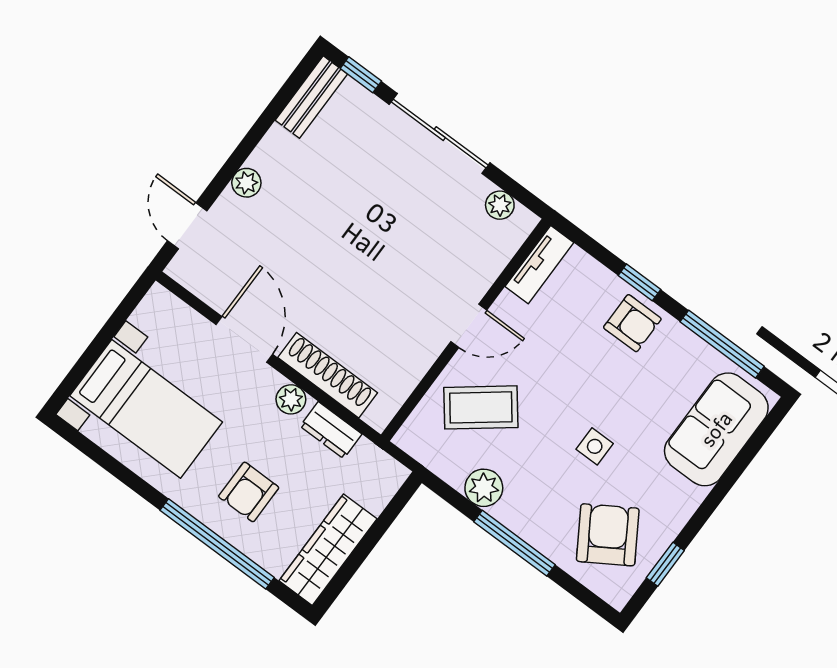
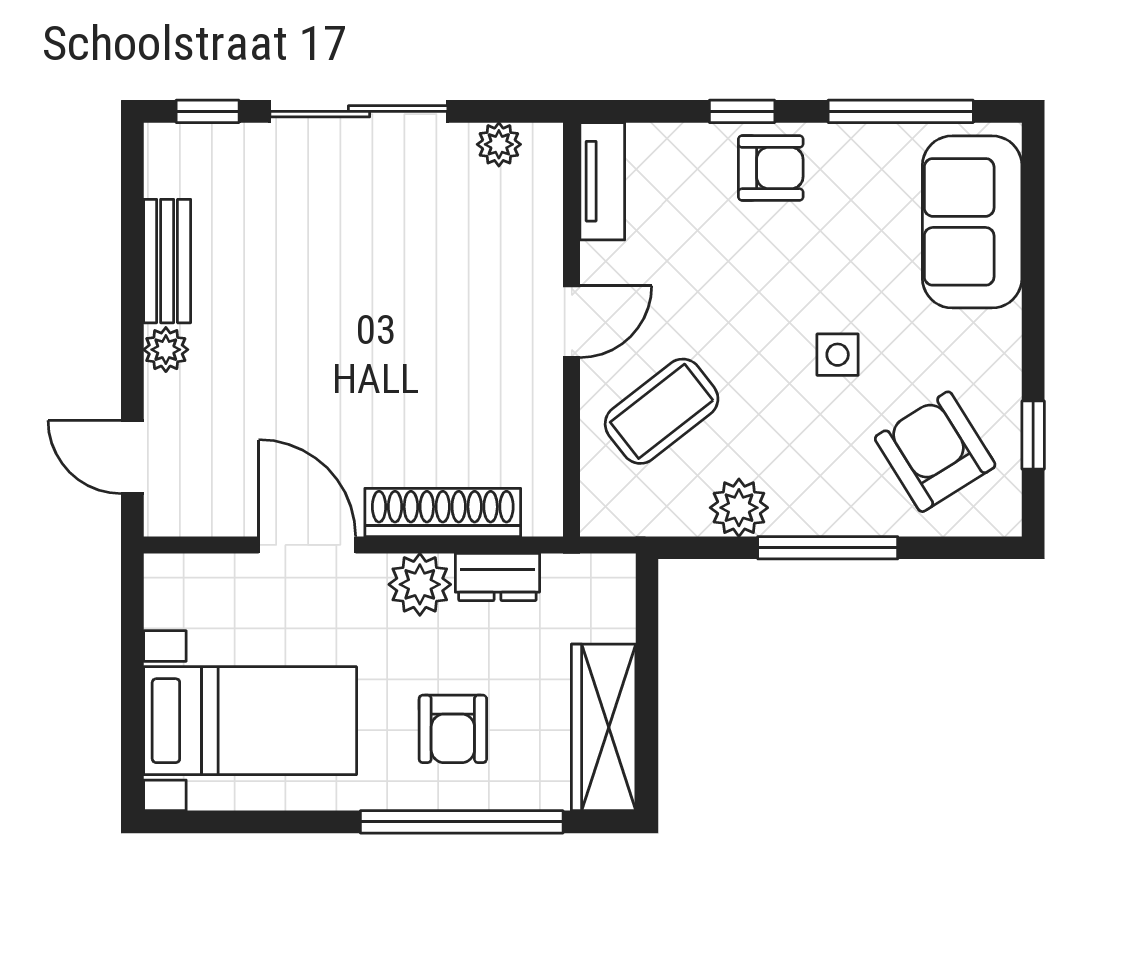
bench: (311, 97) -> (167, 261), moved
plant: (291, 399) -> (420, 584), width x1.38, depth x1.38

